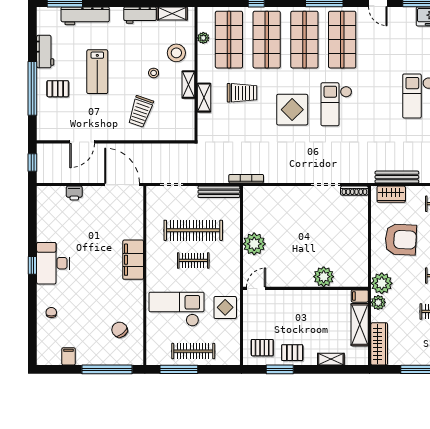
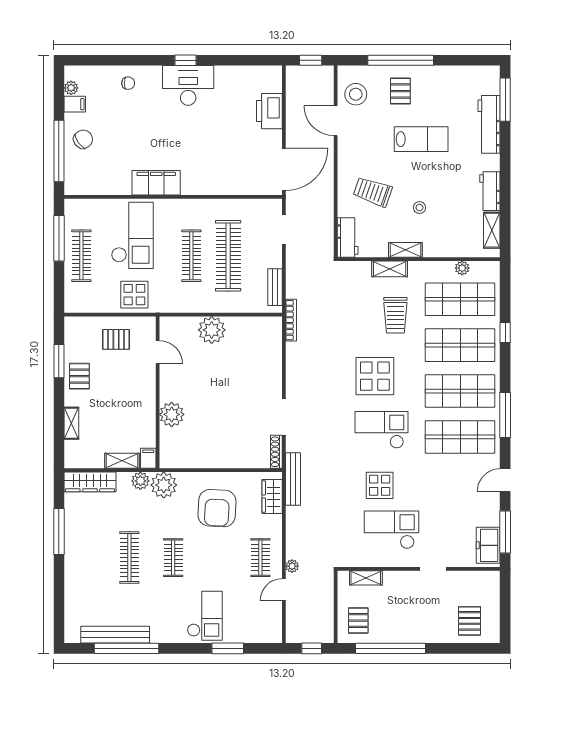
workbench: (45, 52) -> (348, 238), moved, turned -90
stool: (176, 53) -> (356, 94), moved
lab bench: (97, 72) -> (421, 139), turned 180
display table: (382, 106) -> (380, 485), added
bench: (397, 177) -> (293, 479), moved
bench: (219, 192) -> (275, 287), width x0.73
printer: (74, 193) -> (269, 111), width x1.87, depth x1.48
filing cabinet: (133, 260) -> (156, 183), moved
clothes rail: (193, 260) -> (191, 256), width x1.36
door: (256, 288) -> (158, 352), moved
shelving: (360, 325) -> (122, 461), width x0.67, depth x0.75
chair: (120, 330) -> (83, 139), moved
pallet: (262, 348) -> (116, 339), moved, turned 90
plant: (55, 359) -> (71, 88), added

